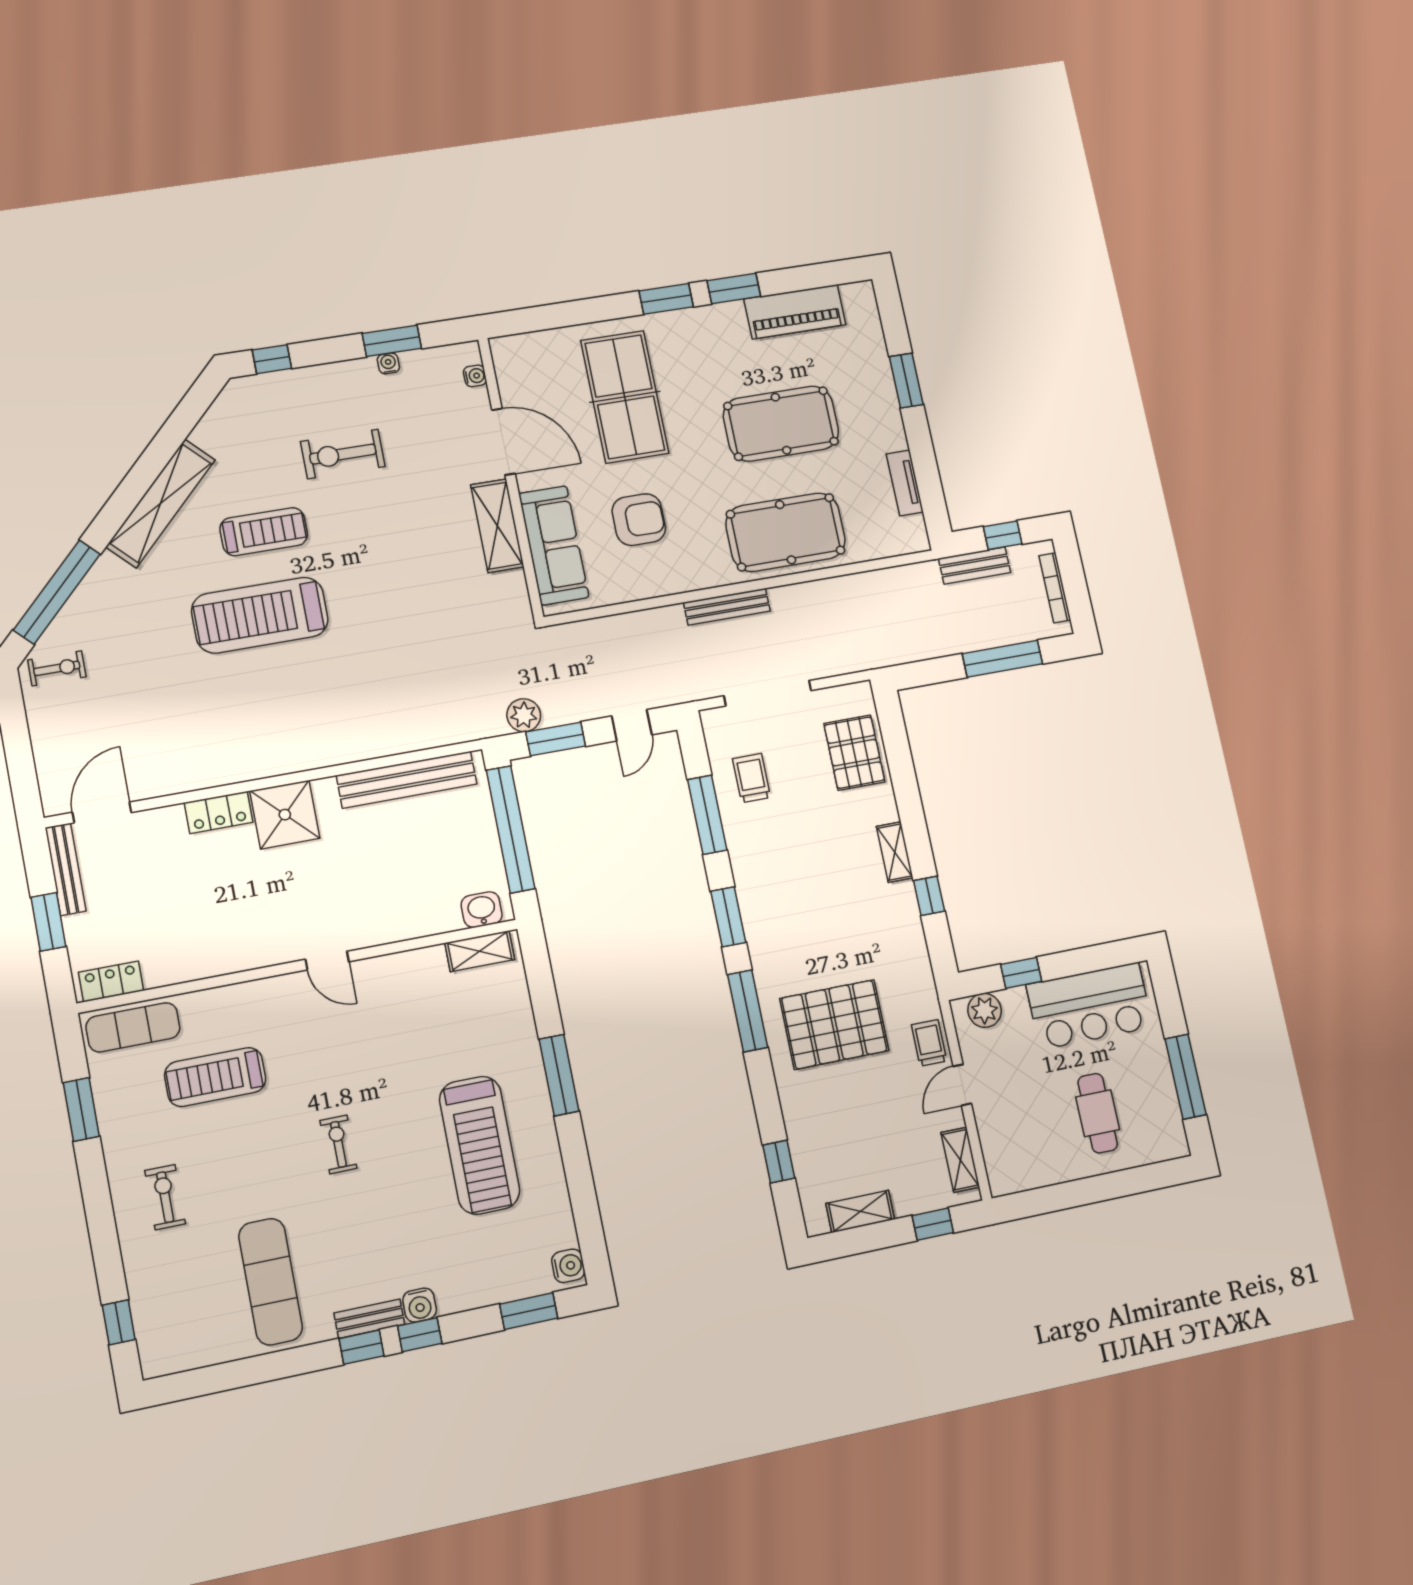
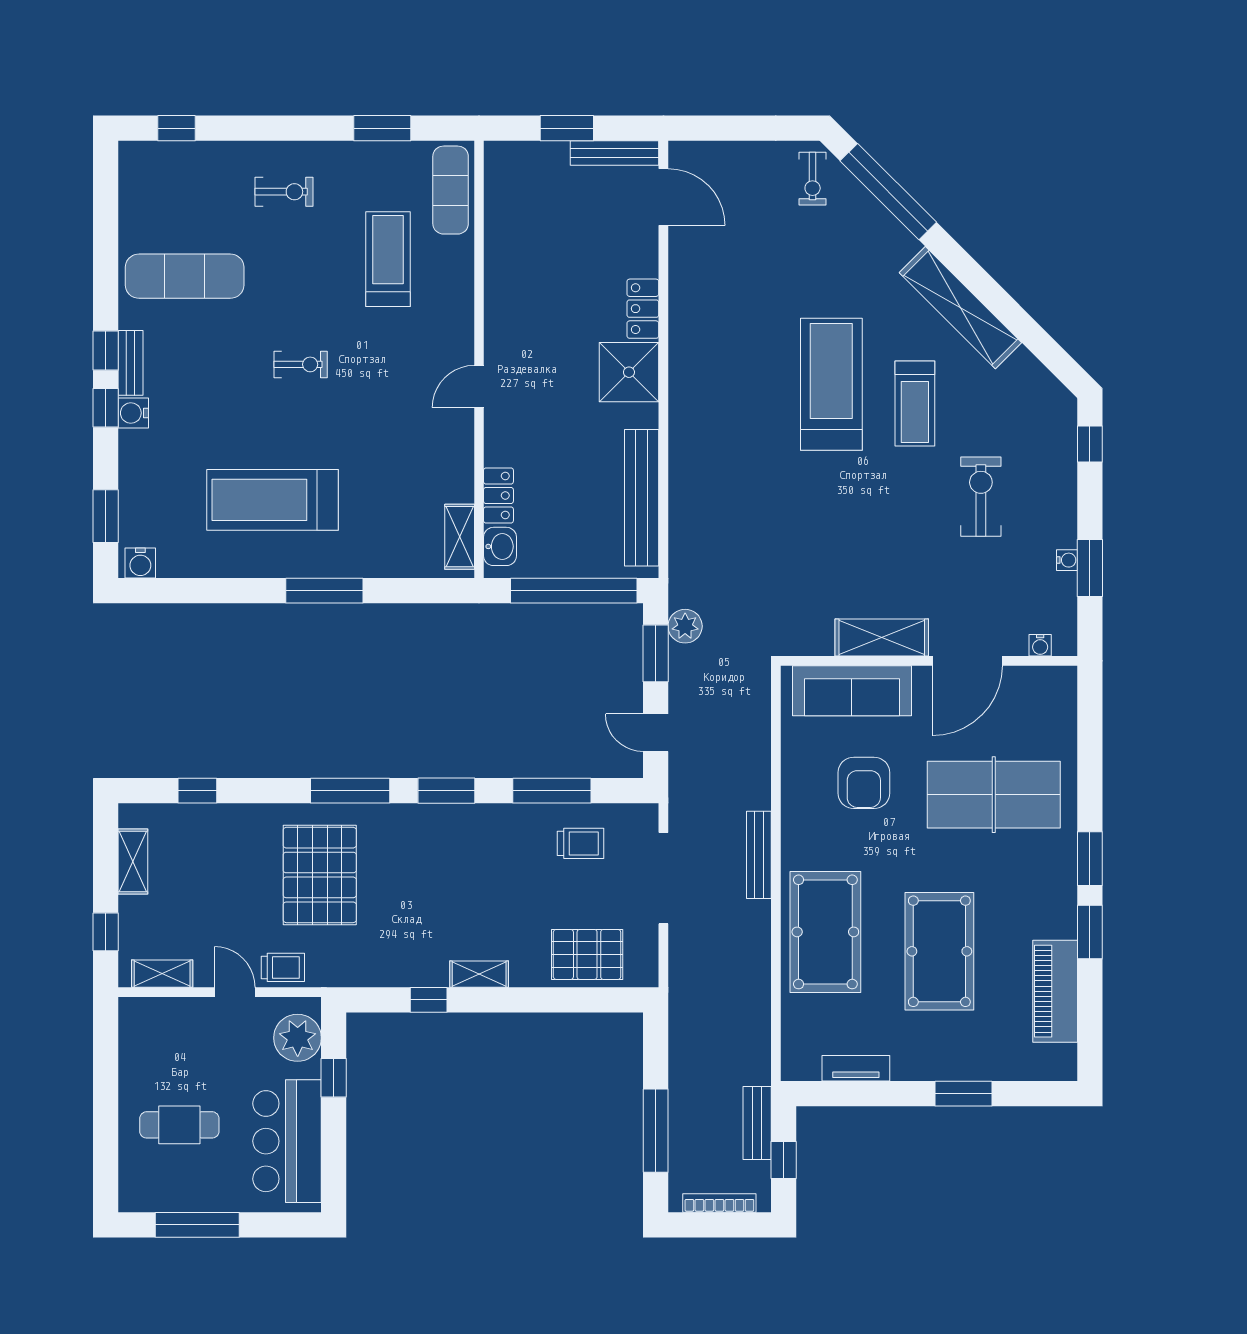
locker: (111, 981) -> (498, 495), moved
plant: (985, 1010) -> (298, 1038), width x1.36, depth x1.36

